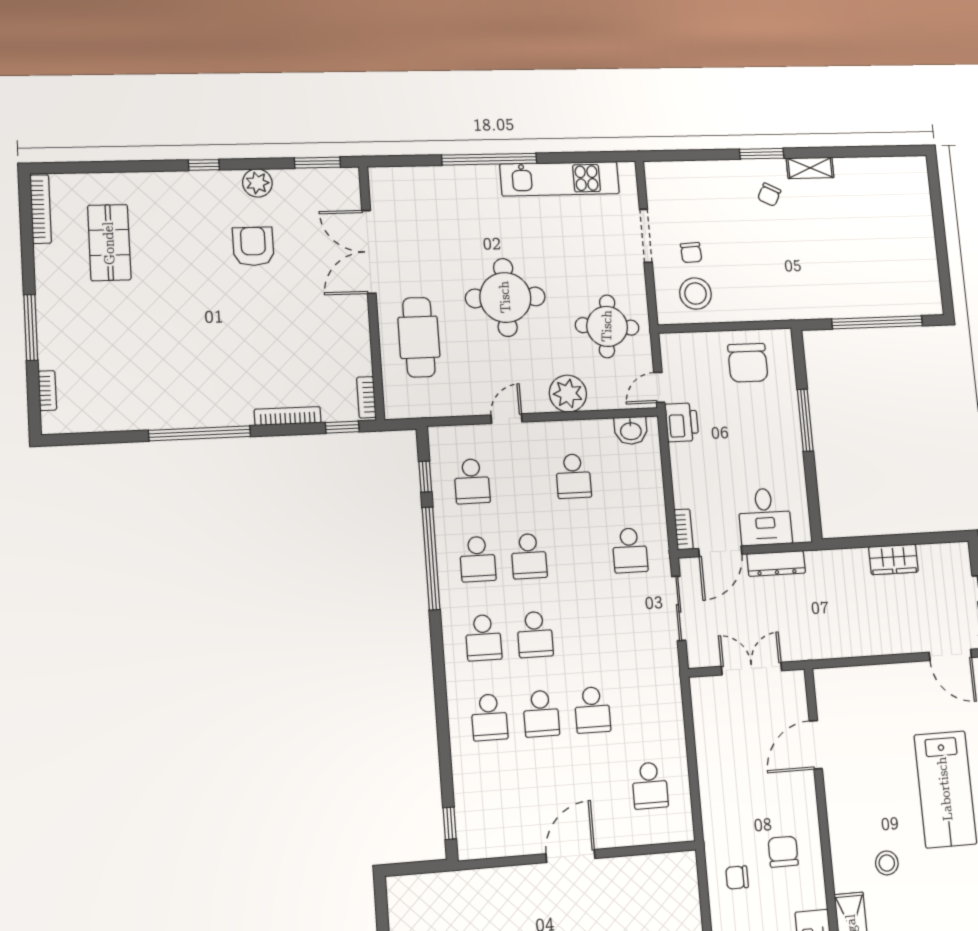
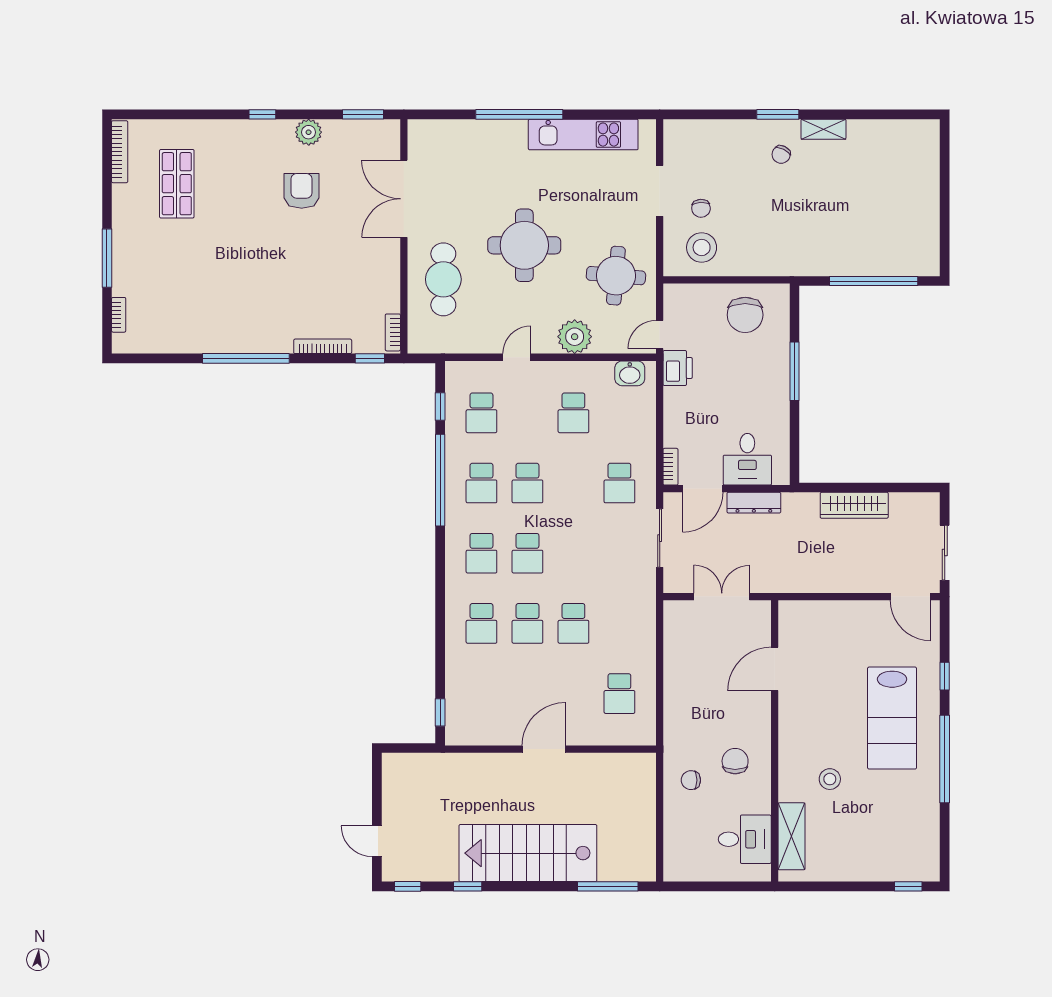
wardrobe: (893, 559) -> (854, 505), width x1.50

